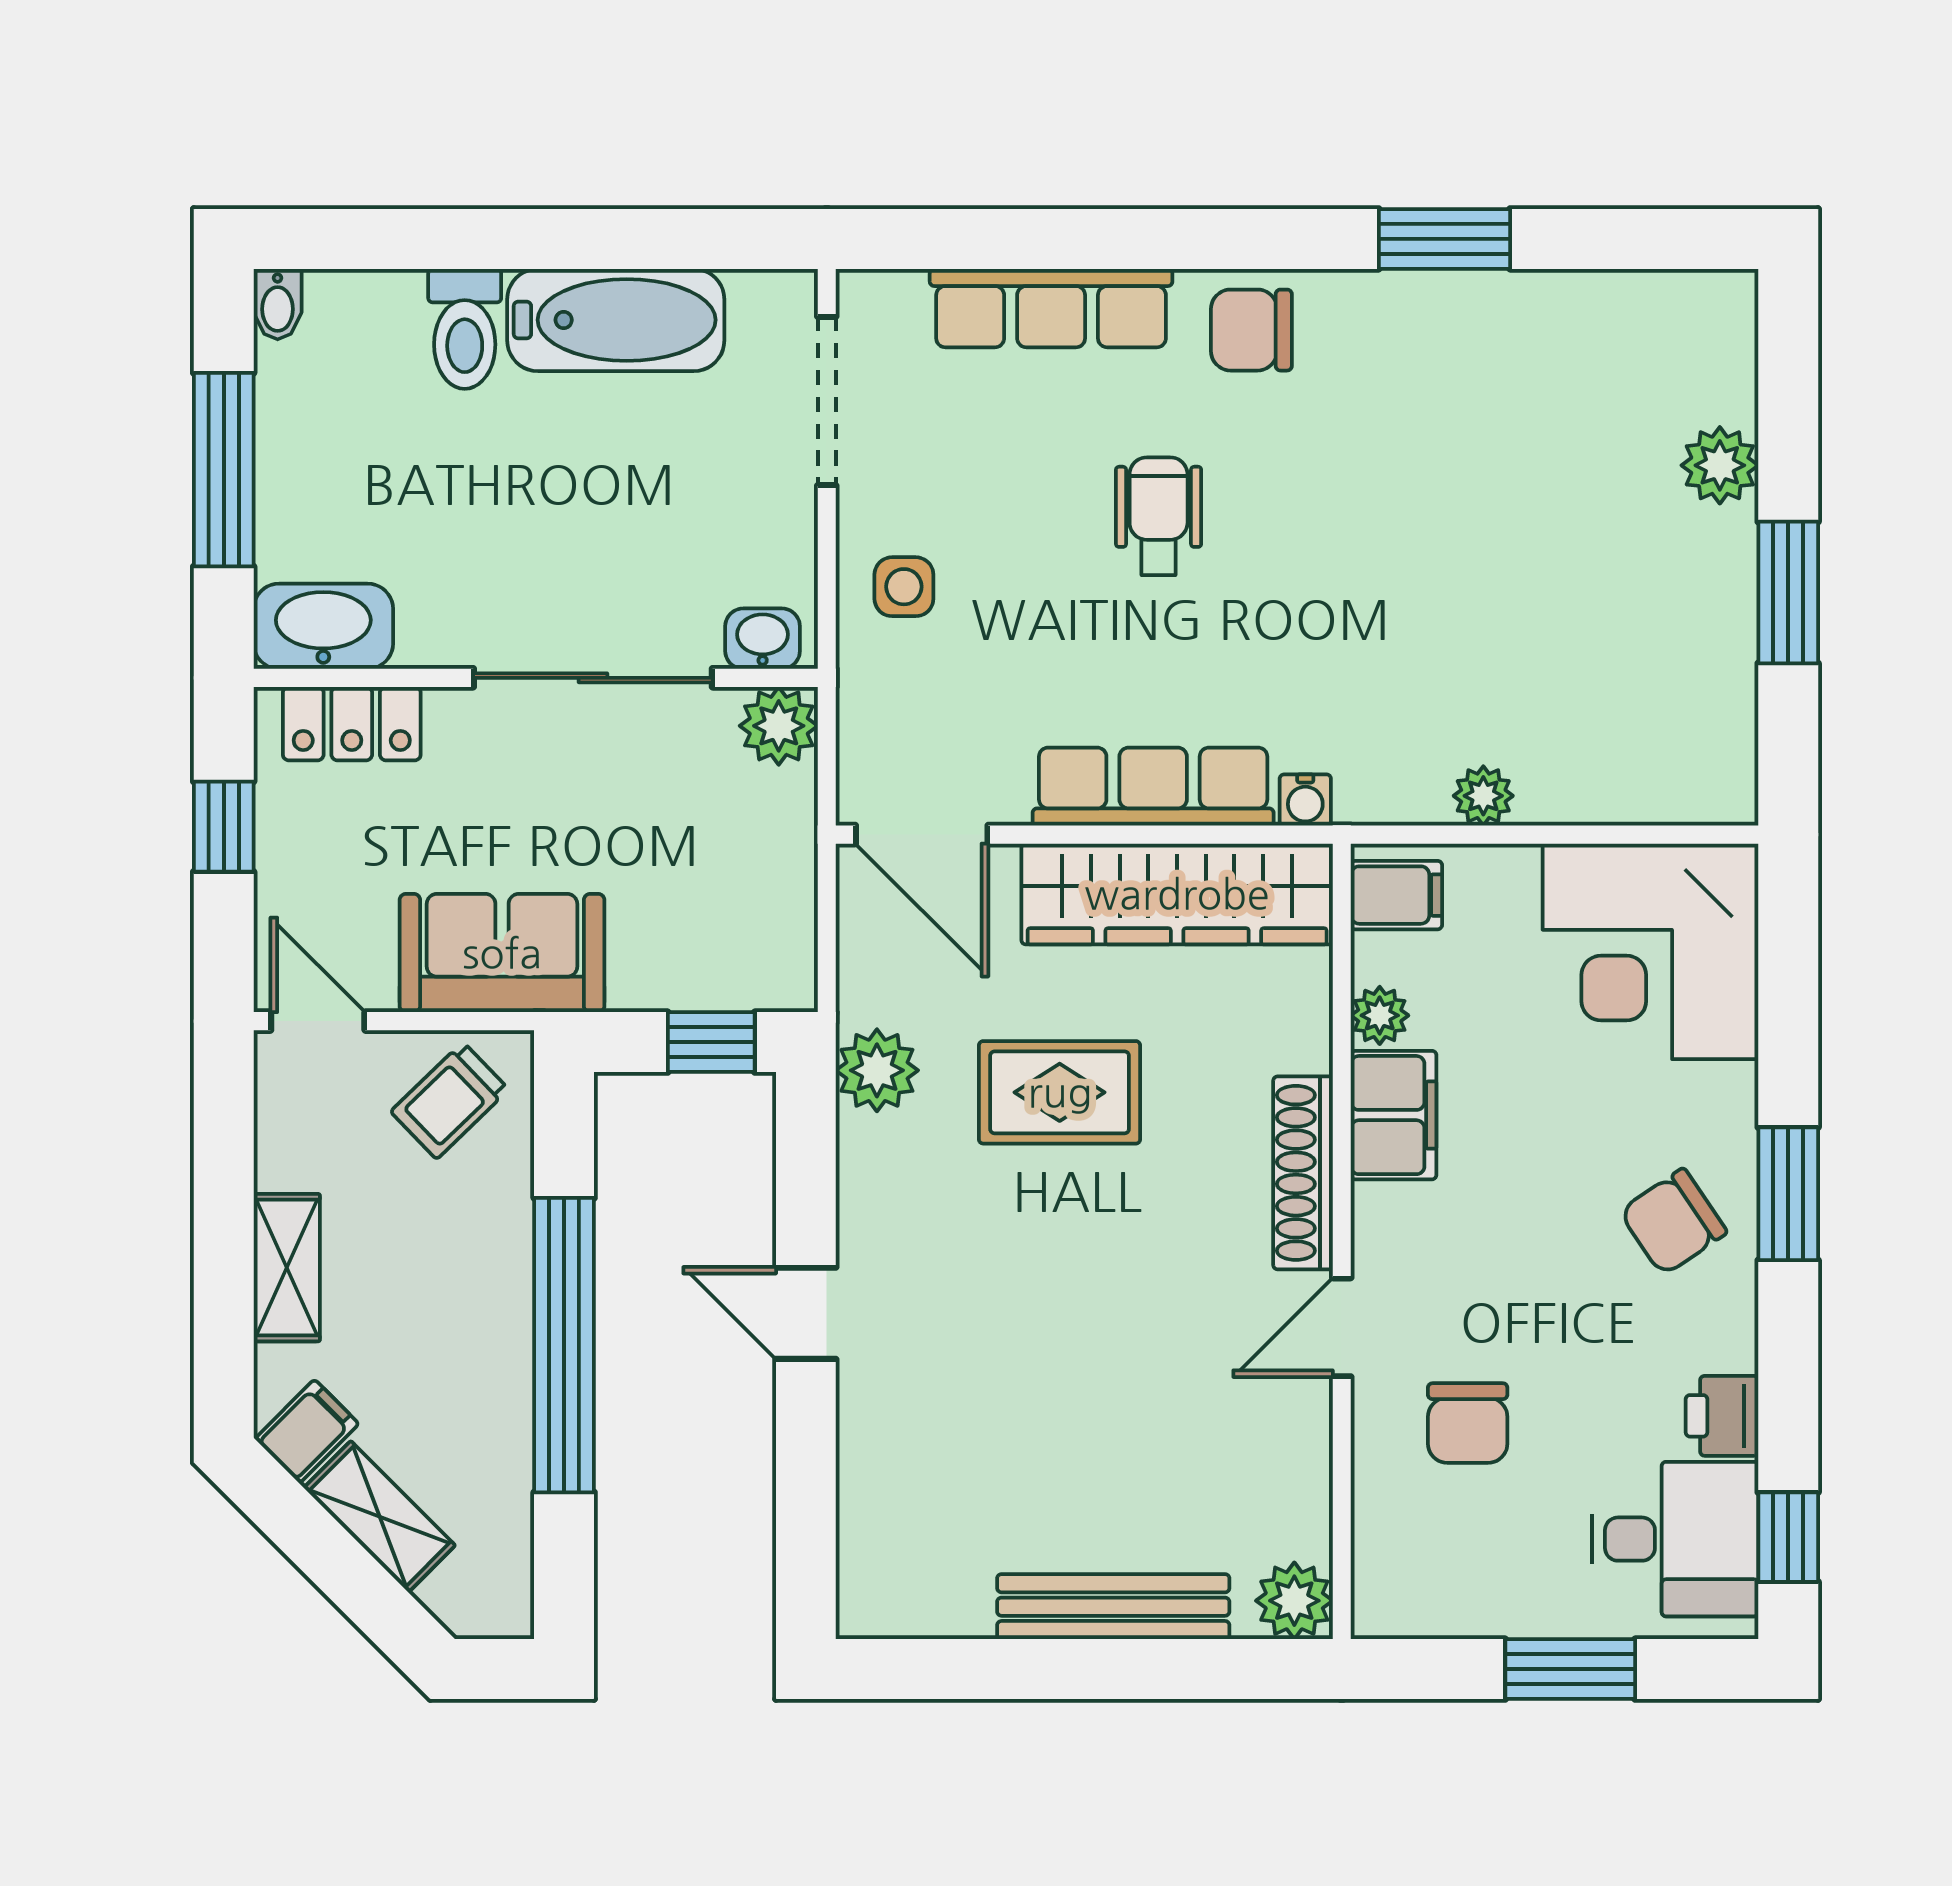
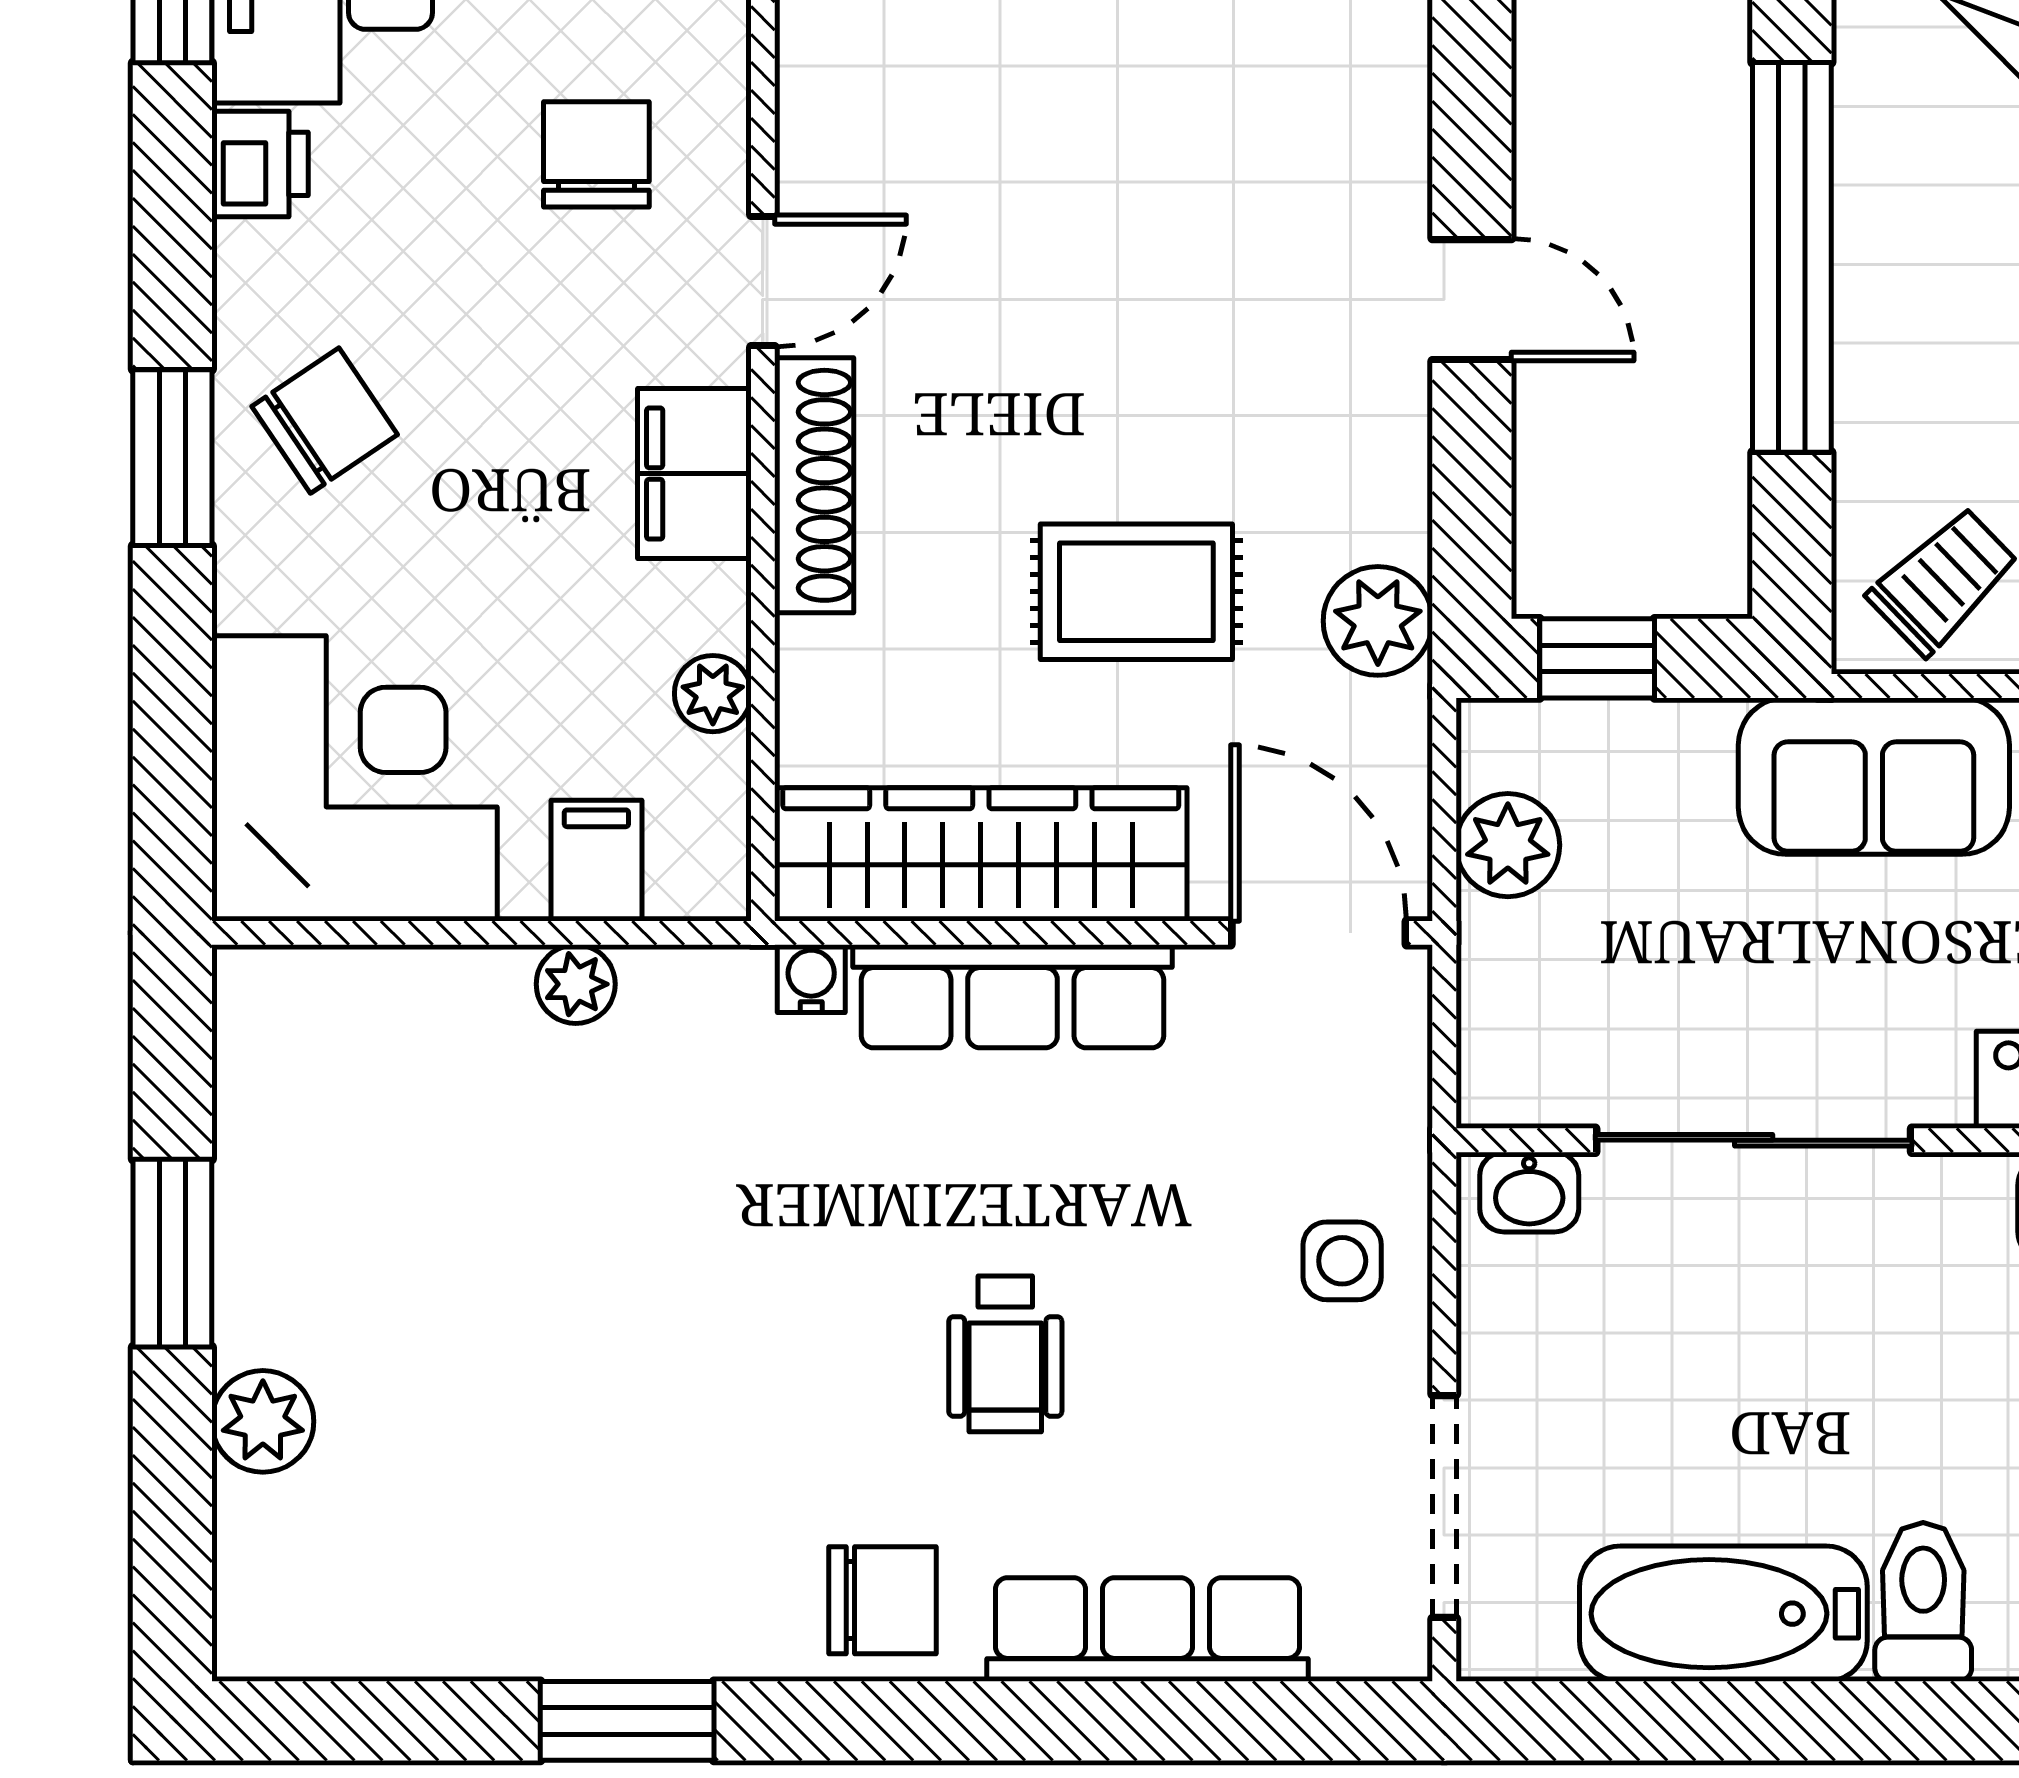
plant: (779, 726) -> (1508, 845), moved
filing cabinet: (1396, 895) -> (596, 861), moved, turned 90
filing cabinet: (1394, 1115) -> (694, 474), moved

